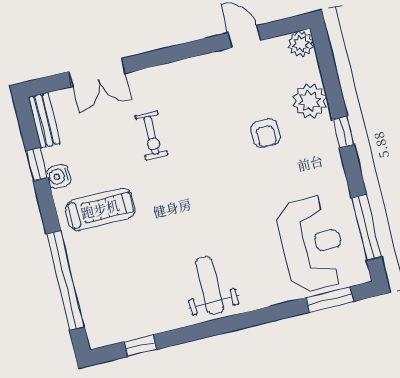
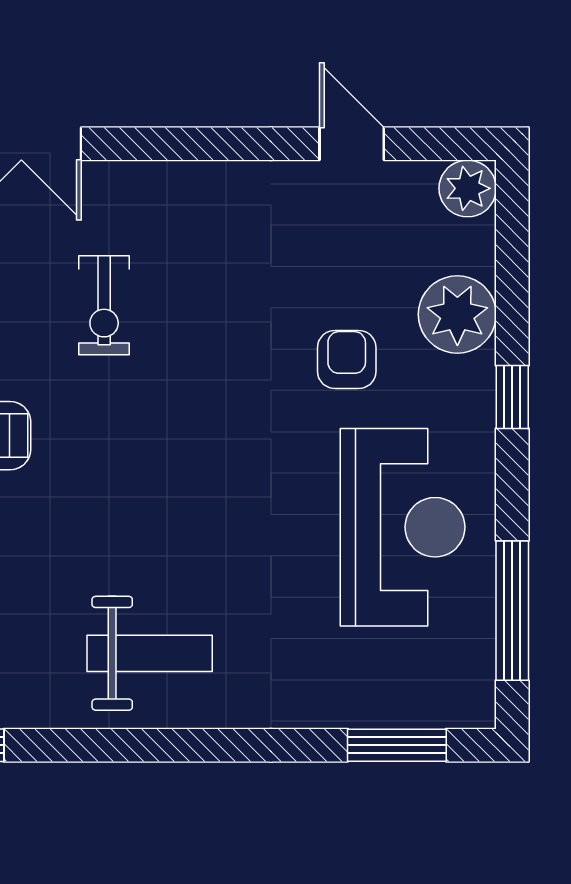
armchair: (265, 133) -> (347, 359), turned 180
reception desk: (311, 244) -> (403, 527), moved
weight bench: (210, 285) -> (150, 653), turned 90

